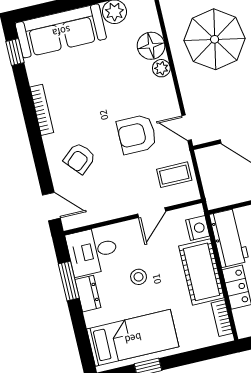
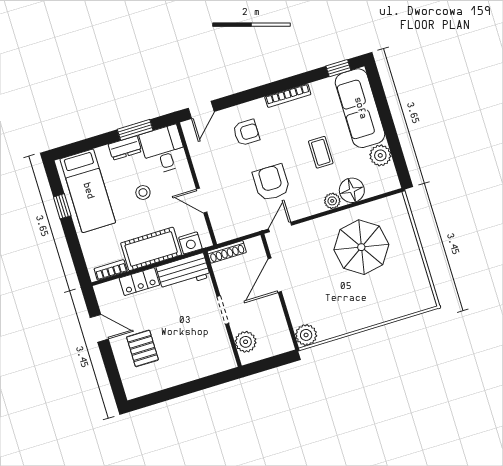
armchair: (80, 158) -> (246, 133), turned 131
coffee table: (174, 175) -> (321, 152), moved
shoe rack: (210, 188) -> (227, 252), added

